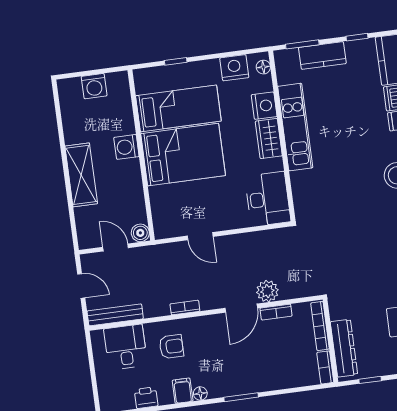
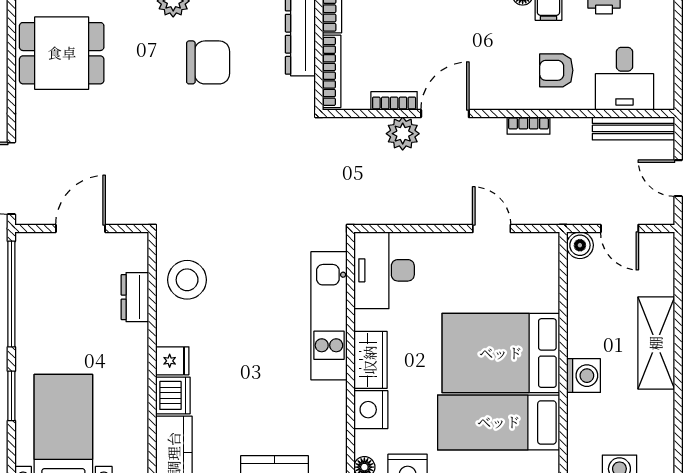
kitchen unit: (295, 127) -> (329, 316), moved

